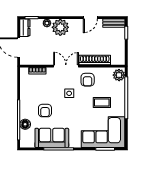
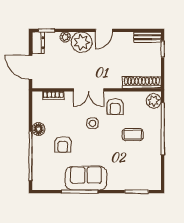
door: (90, 18) -> (104, 30), moved
shoe rack: (95, 60) -> (142, 82), moved
double door: (66, 66) -> (89, 90), swing flipped
floor lamp: (25, 124) -> (38, 129), moved
corner sofa: (103, 132) -> (134, 171), removed
sofa: (52, 138) -> (86, 178), moved

